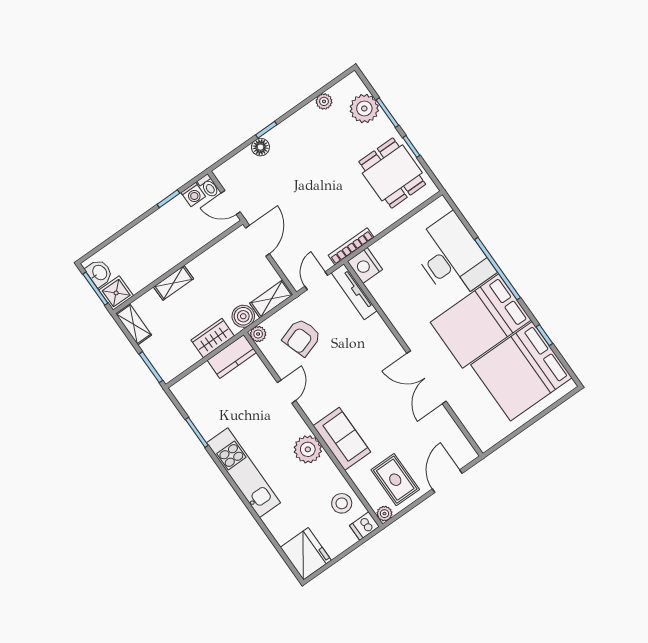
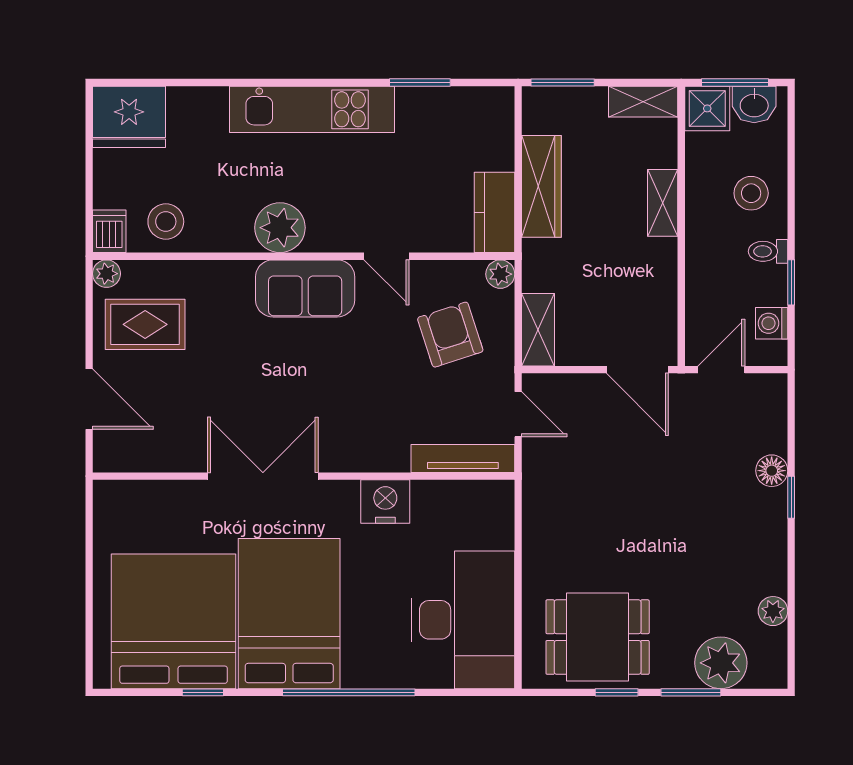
toilet: (209, 186) -> (768, 251), moved
stool: (141, 246) -> (751, 193), added
bookcase: (351, 246) -> (533, 501), removed
desk: (452, 258) -> (463, 620), moved, turned -90
nightstand: (365, 265) -> (385, 501), moved
boiler: (243, 316) -> (542, 271), removed
wardrobe: (213, 338) -> (541, 186), width x1.50
sofa: (342, 439) -> (305, 288), moved

